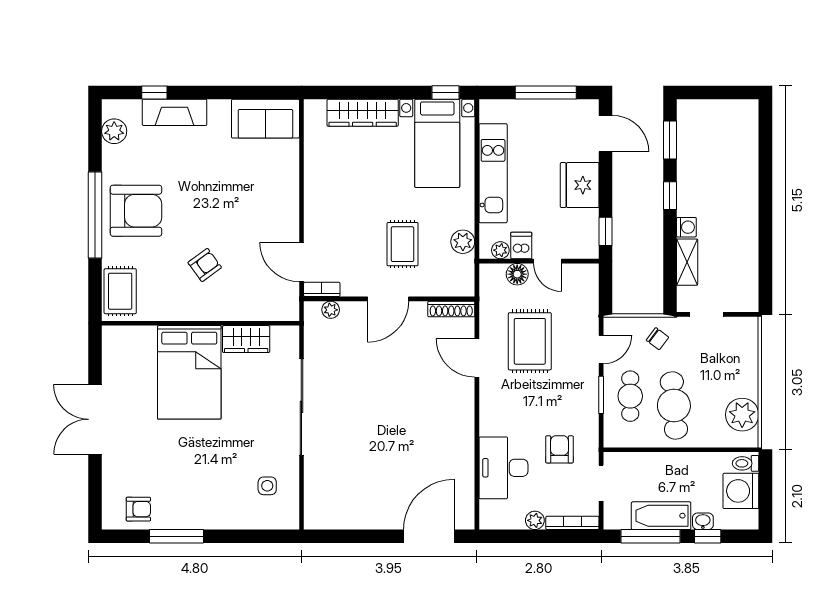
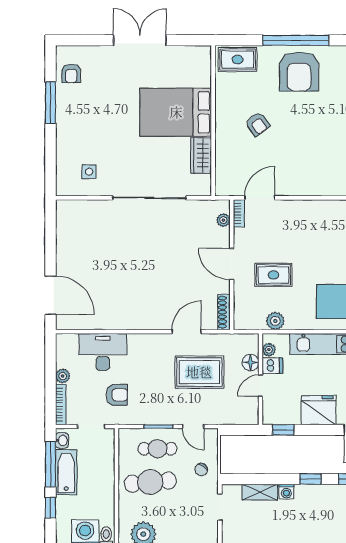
washbasin: (703, 521) -> (62, 440), moved

